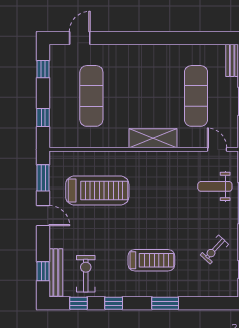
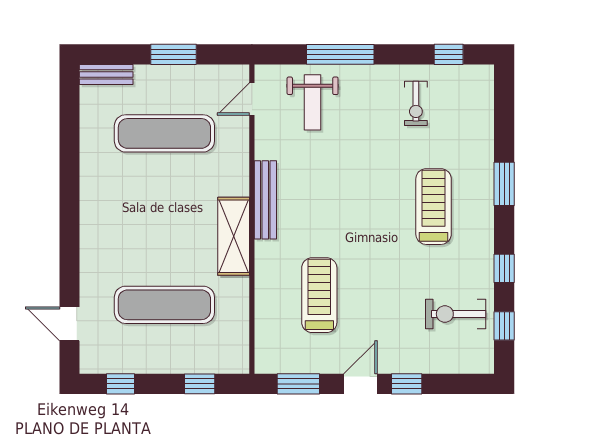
shelving: (153, 138) -> (234, 236), moved
treadmill: (97, 191) -> (319, 295), width x0.73, depth x0.73
exercise bike: (214, 250) -> (416, 103), turned 47
window: (43, 271) -> (407, 384), moved
bench: (56, 273) -> (265, 200), moved, turned 90

